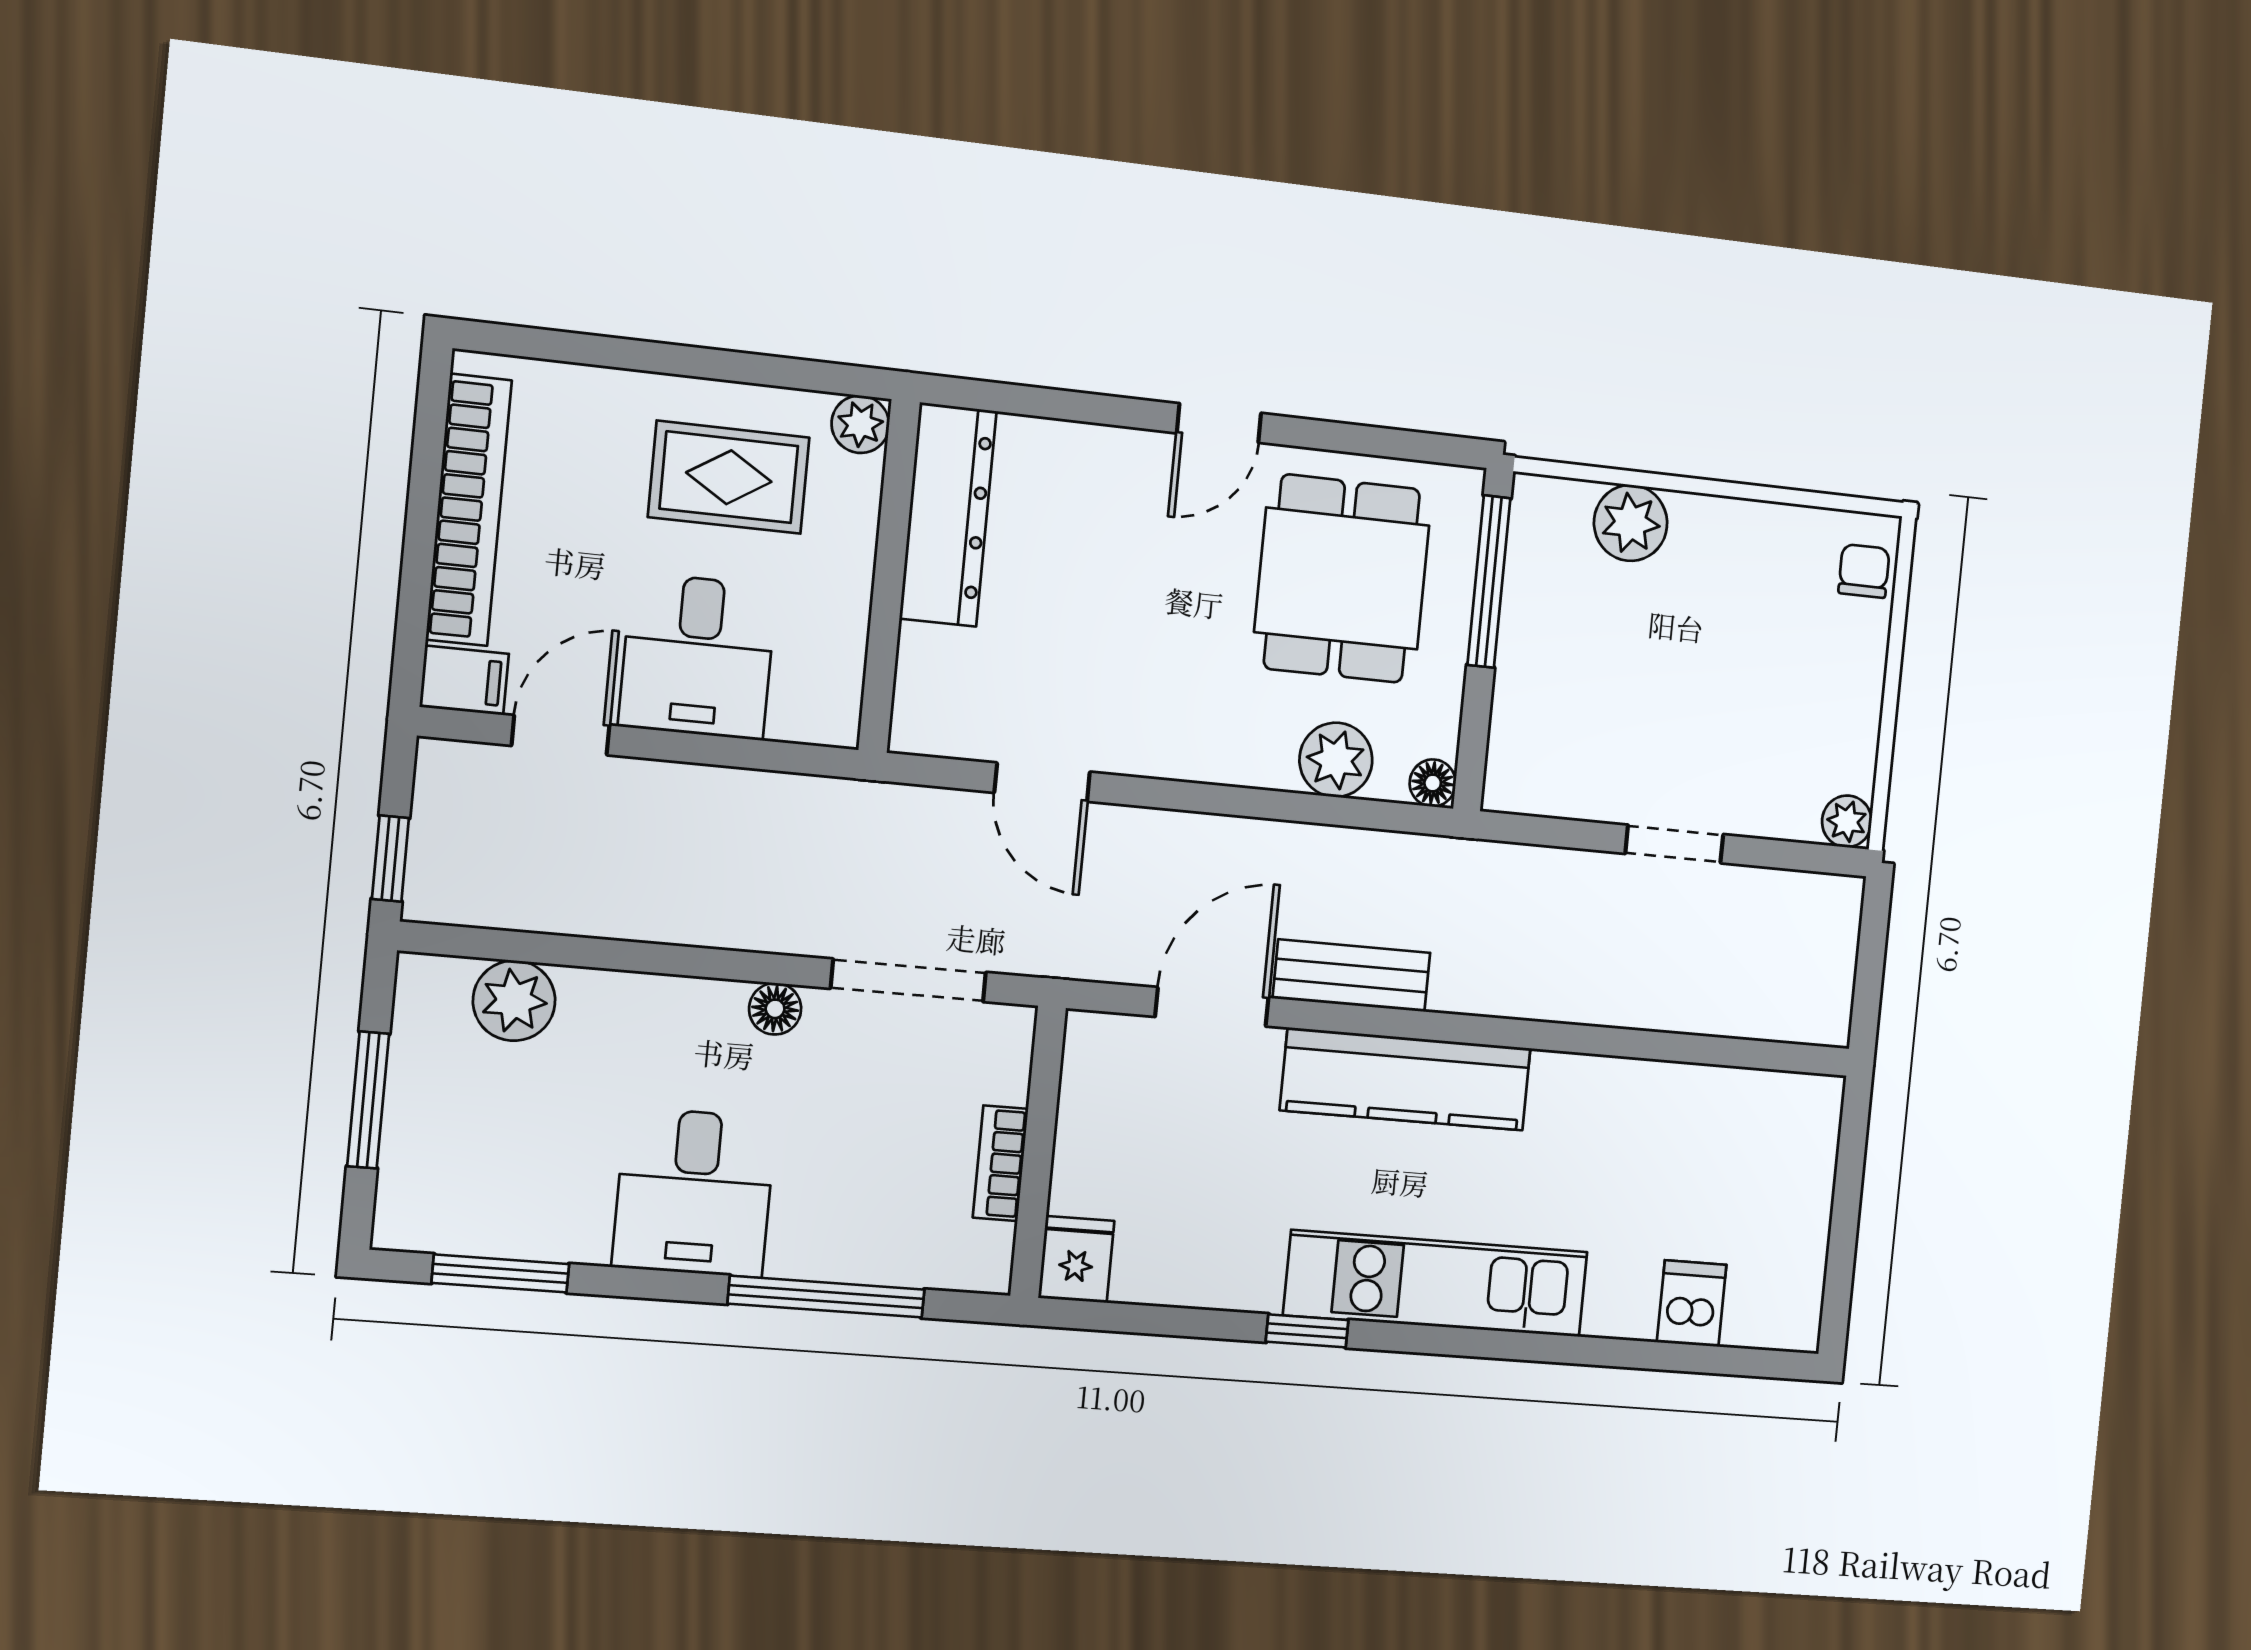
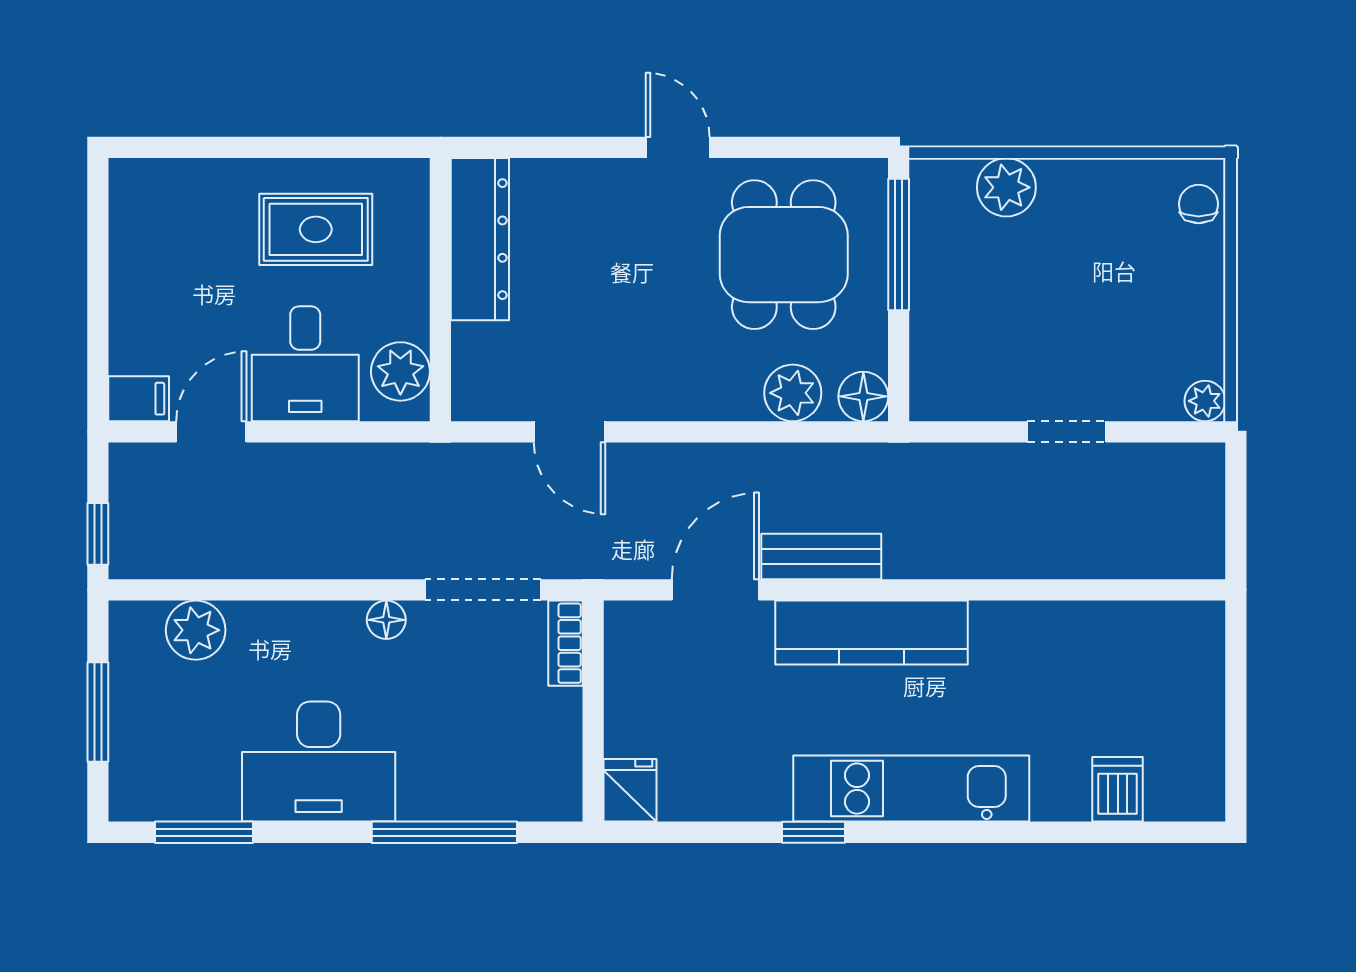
door: (1219, 423) -> (678, 147), swing flipped
plant: (860, 424) -> (400, 371), moved, width x1.38, depth x1.38
bookcase: (469, 510) -> (131, 274), removed
floor lamp: (1433, 783) -> (863, 396), width x1.37, depth x1.37
bookcase: (1000, 1163) -> (566, 643), moved
desk: (694, 1193) -> (319, 762), width x1.37

